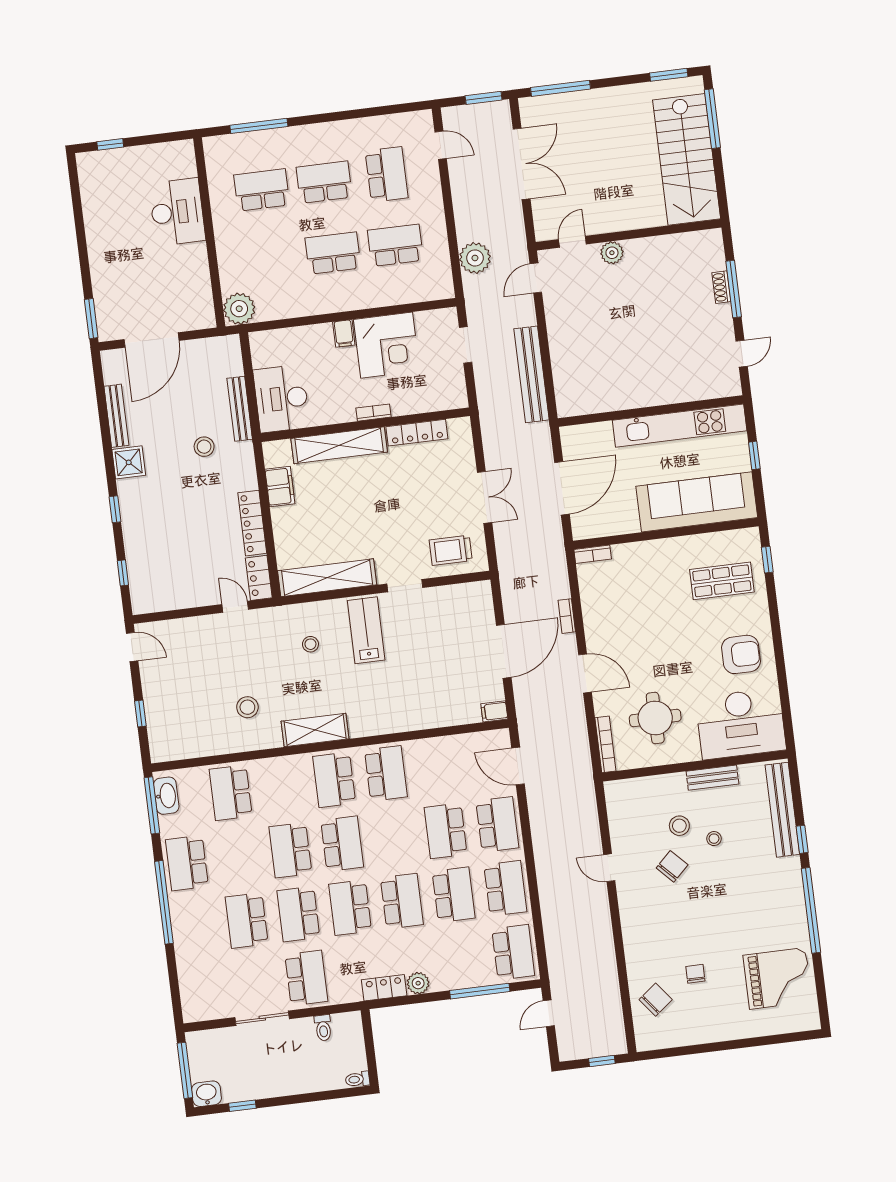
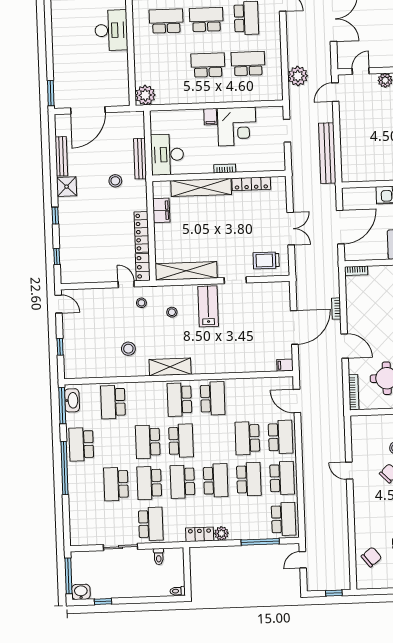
stool: (262, 634) -> (141, 303), added

